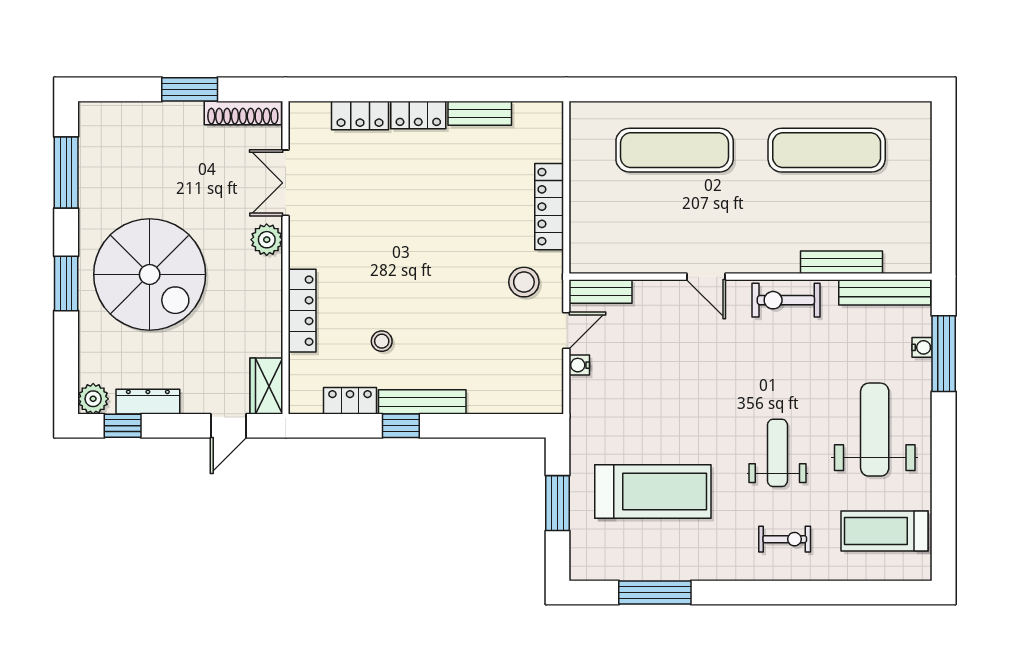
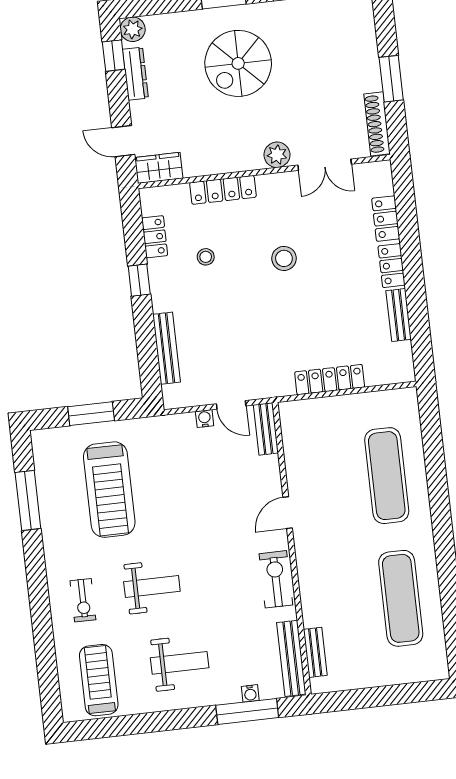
double door: (286, 183) -> (325, 165), swing flipped
bench: (842, 262) -> (315, 652), moved, width x0.73
spiral stairs: (150, 274) -> (238, 63), width x0.73, depth x0.73
stool: (524, 282) -> (284, 258), moved
bench: (422, 402) -> (166, 348), moved
weight bench: (875, 430) -> (180, 663), width x0.73, depth x0.75

